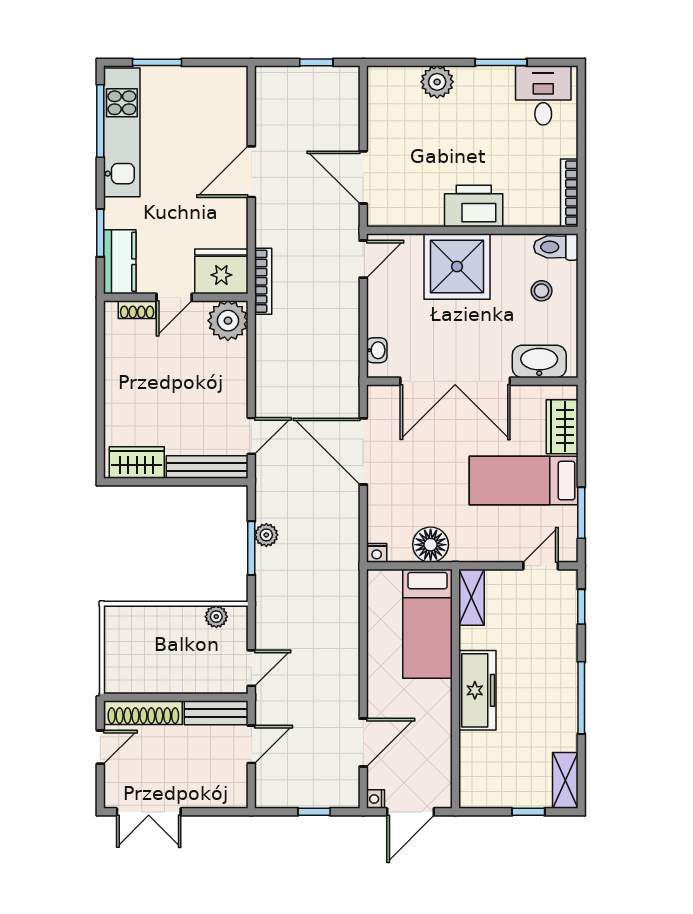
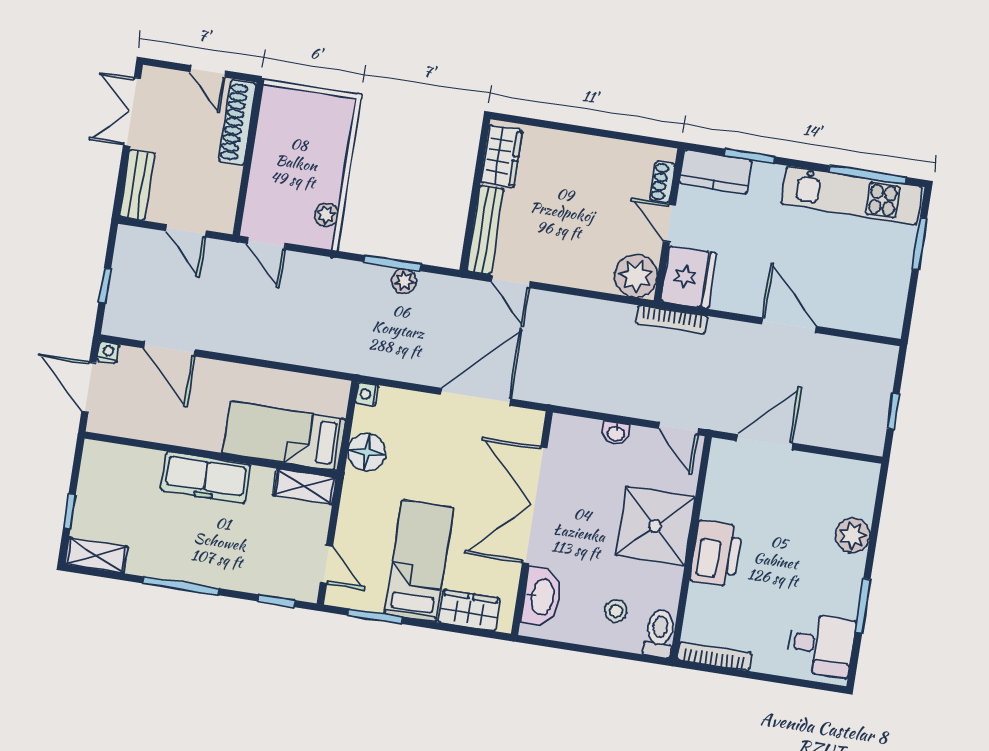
washbasin: (377, 350) -> (616, 433), moved
bench: (216, 713) -> (137, 185), moved

